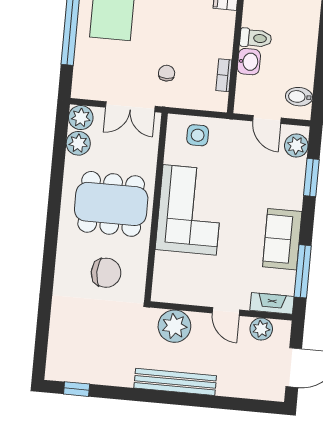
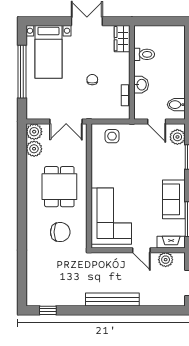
toilet: (256, 38) -> (144, 54), moved
chair: (167, 73) -> (92, 80), moved
dining table: (111, 204) -> (59, 187), width x0.73
corner sofa: (190, 210) -> (111, 216), moved
plant: (174, 326) -> (108, 263), removed

